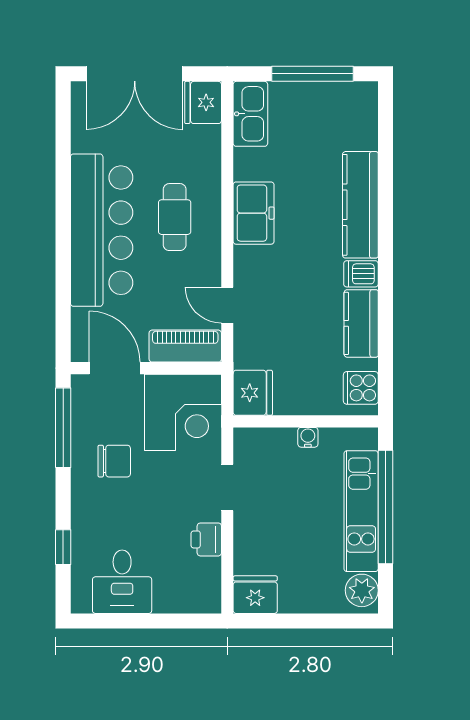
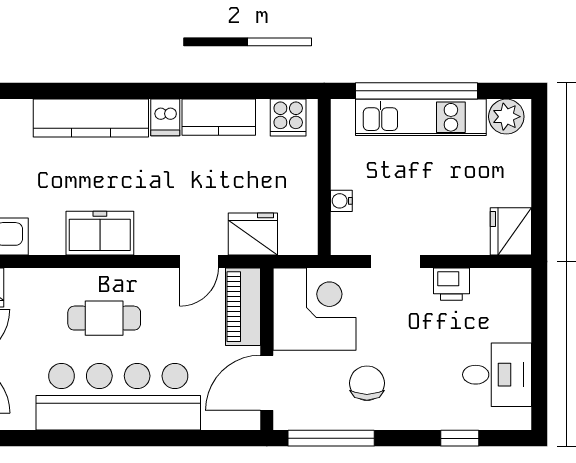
fridge: (253, 393) -> (253, 234), moved
water cooler: (308, 437) -> (341, 201), moved

